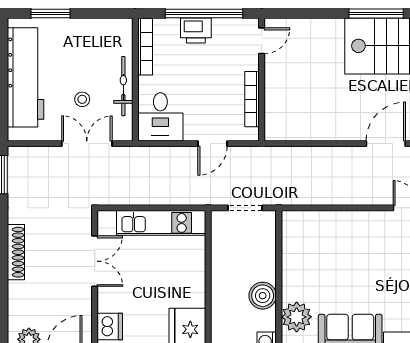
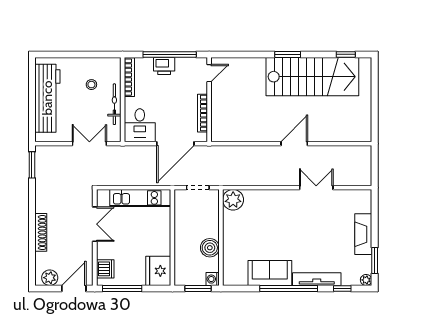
window: (50, 13) -> (64, 54), removed
window: (376, 13) -> (288, 54), width x0.69
stool: (82, 99) -> (91, 85), moved
door: (212, 144) -> (175, 144), width x1.87
shoe rack: (16, 252) -> (41, 232), moved
plant: (297, 317) -> (233, 200), moved

